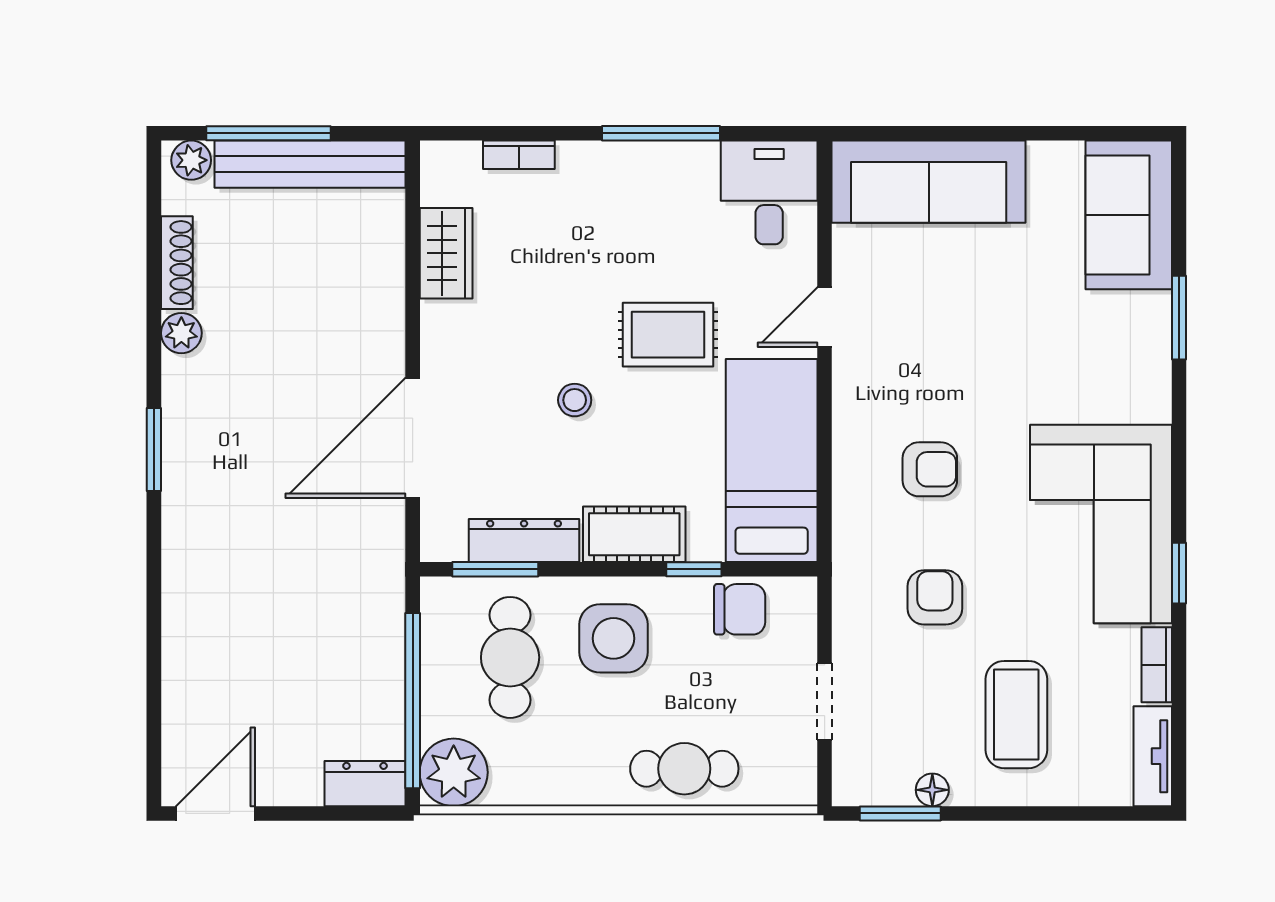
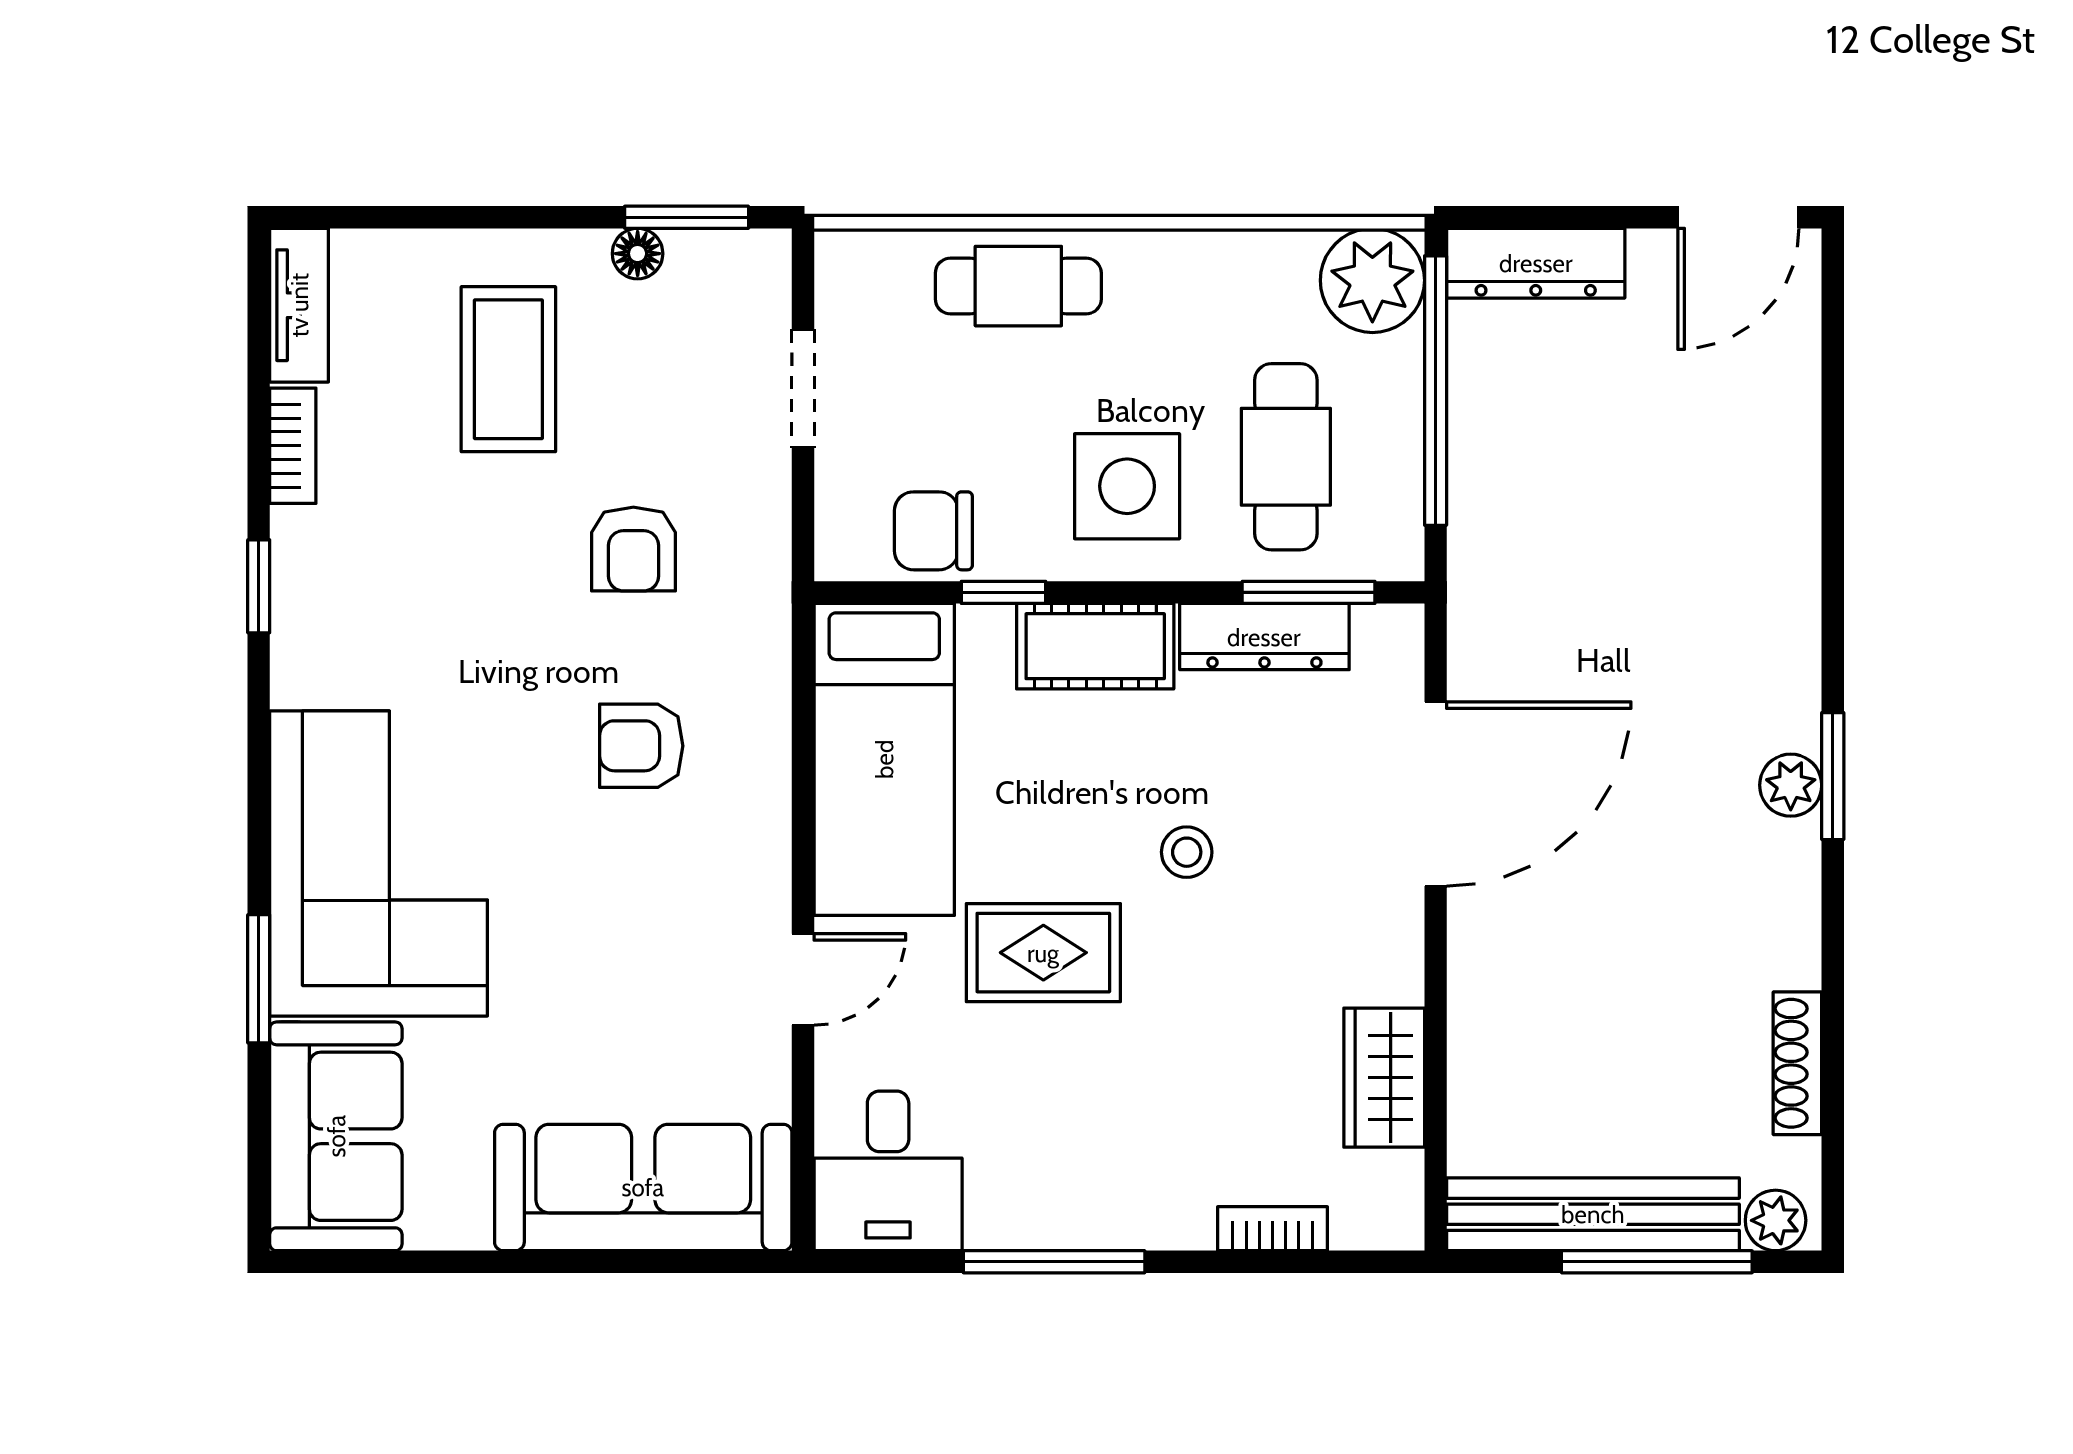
plant: (181, 333) -> (1791, 785), moved
corner sofa: (1101, 524) -> (379, 863), moved
dresser: (365, 784) -> (1536, 263), width x1.44

